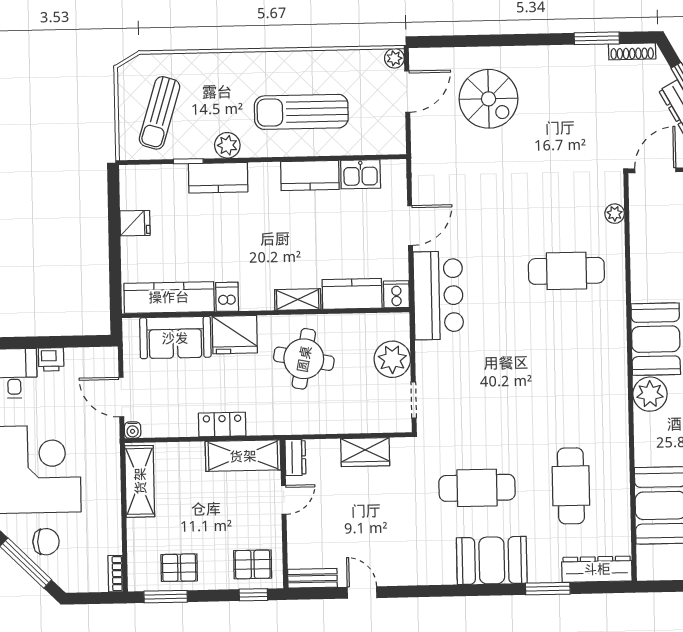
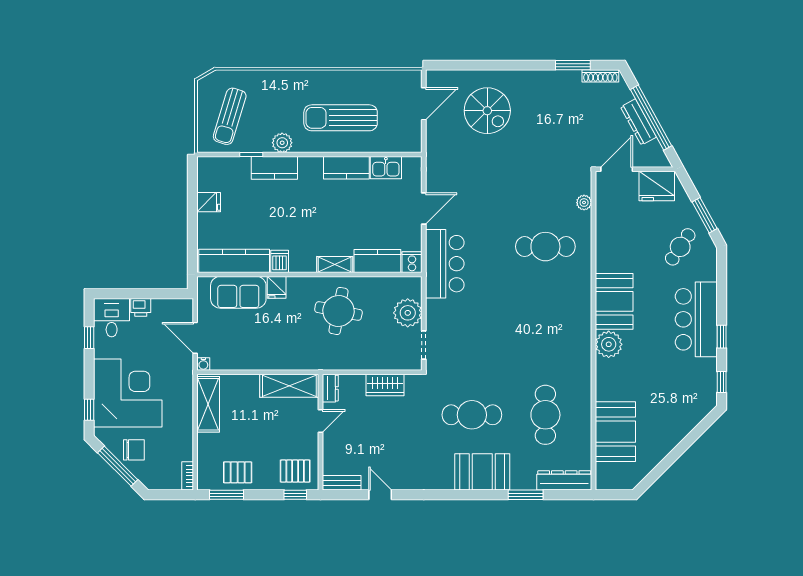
plant: (394, 58) -> (414, 77), removed
fridge: (235, 335) -> (277, 287), width x0.53, depth x0.75
locker: (222, 424) -> (274, 361), removed

